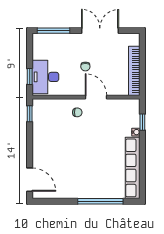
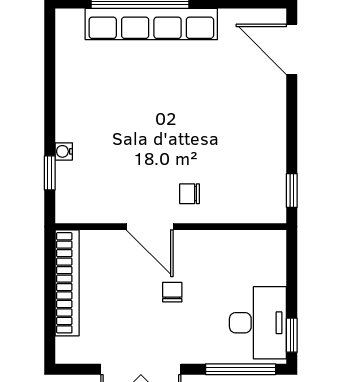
window: (30, 77) -> (292, 335), moved
desk: (45, 77) -> (258, 323), moved
row of seats: (133, 168) -> (151, 24), moved, turned 90

